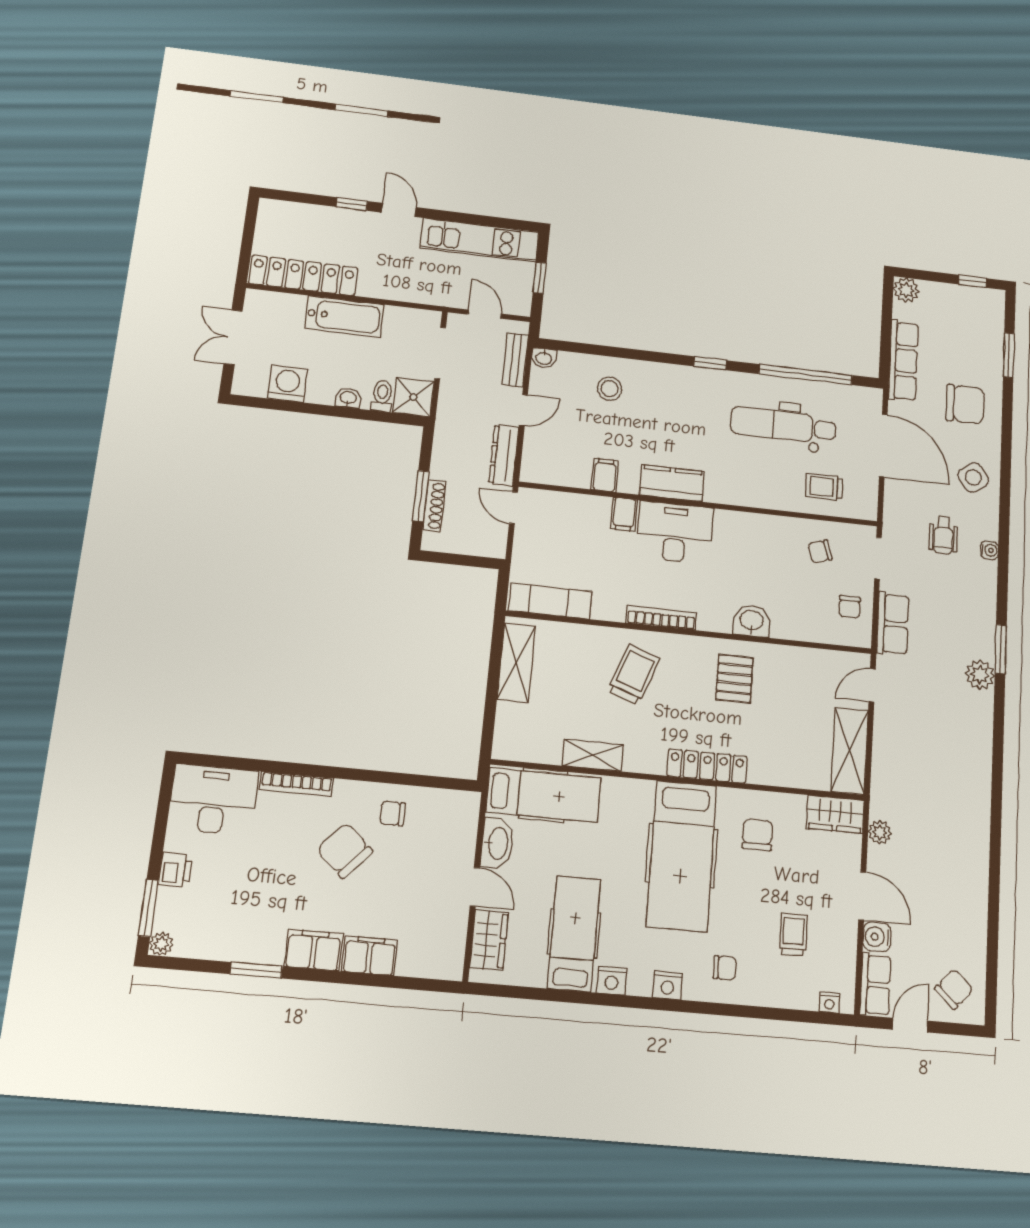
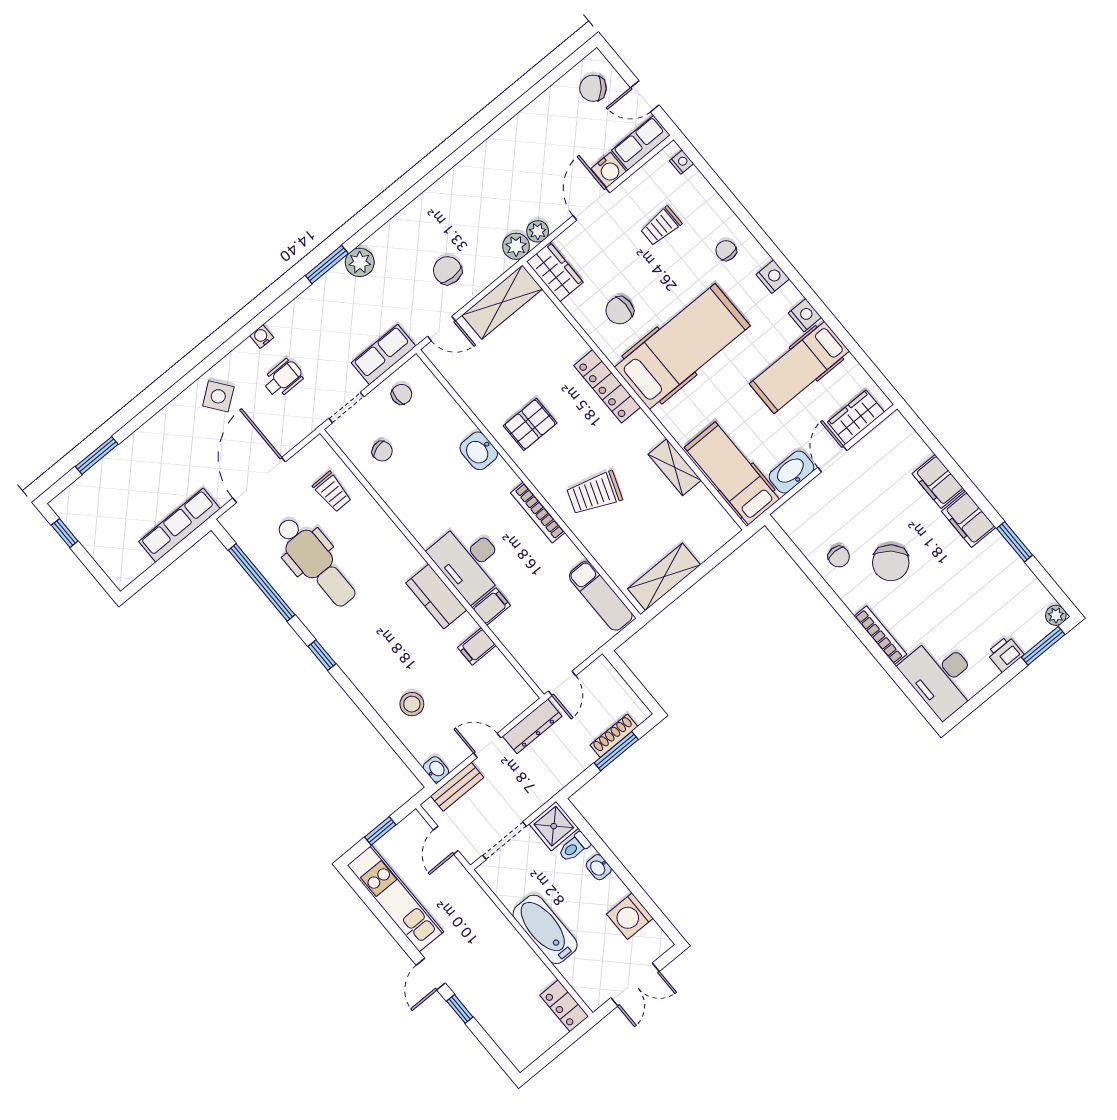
locker: (303, 276) -> (564, 1006), width x0.46, depth x0.83
plant: (906, 290) -> (516, 246), moved
chair: (965, 404) -> (447, 270), moved, width x0.73, depth x0.73

